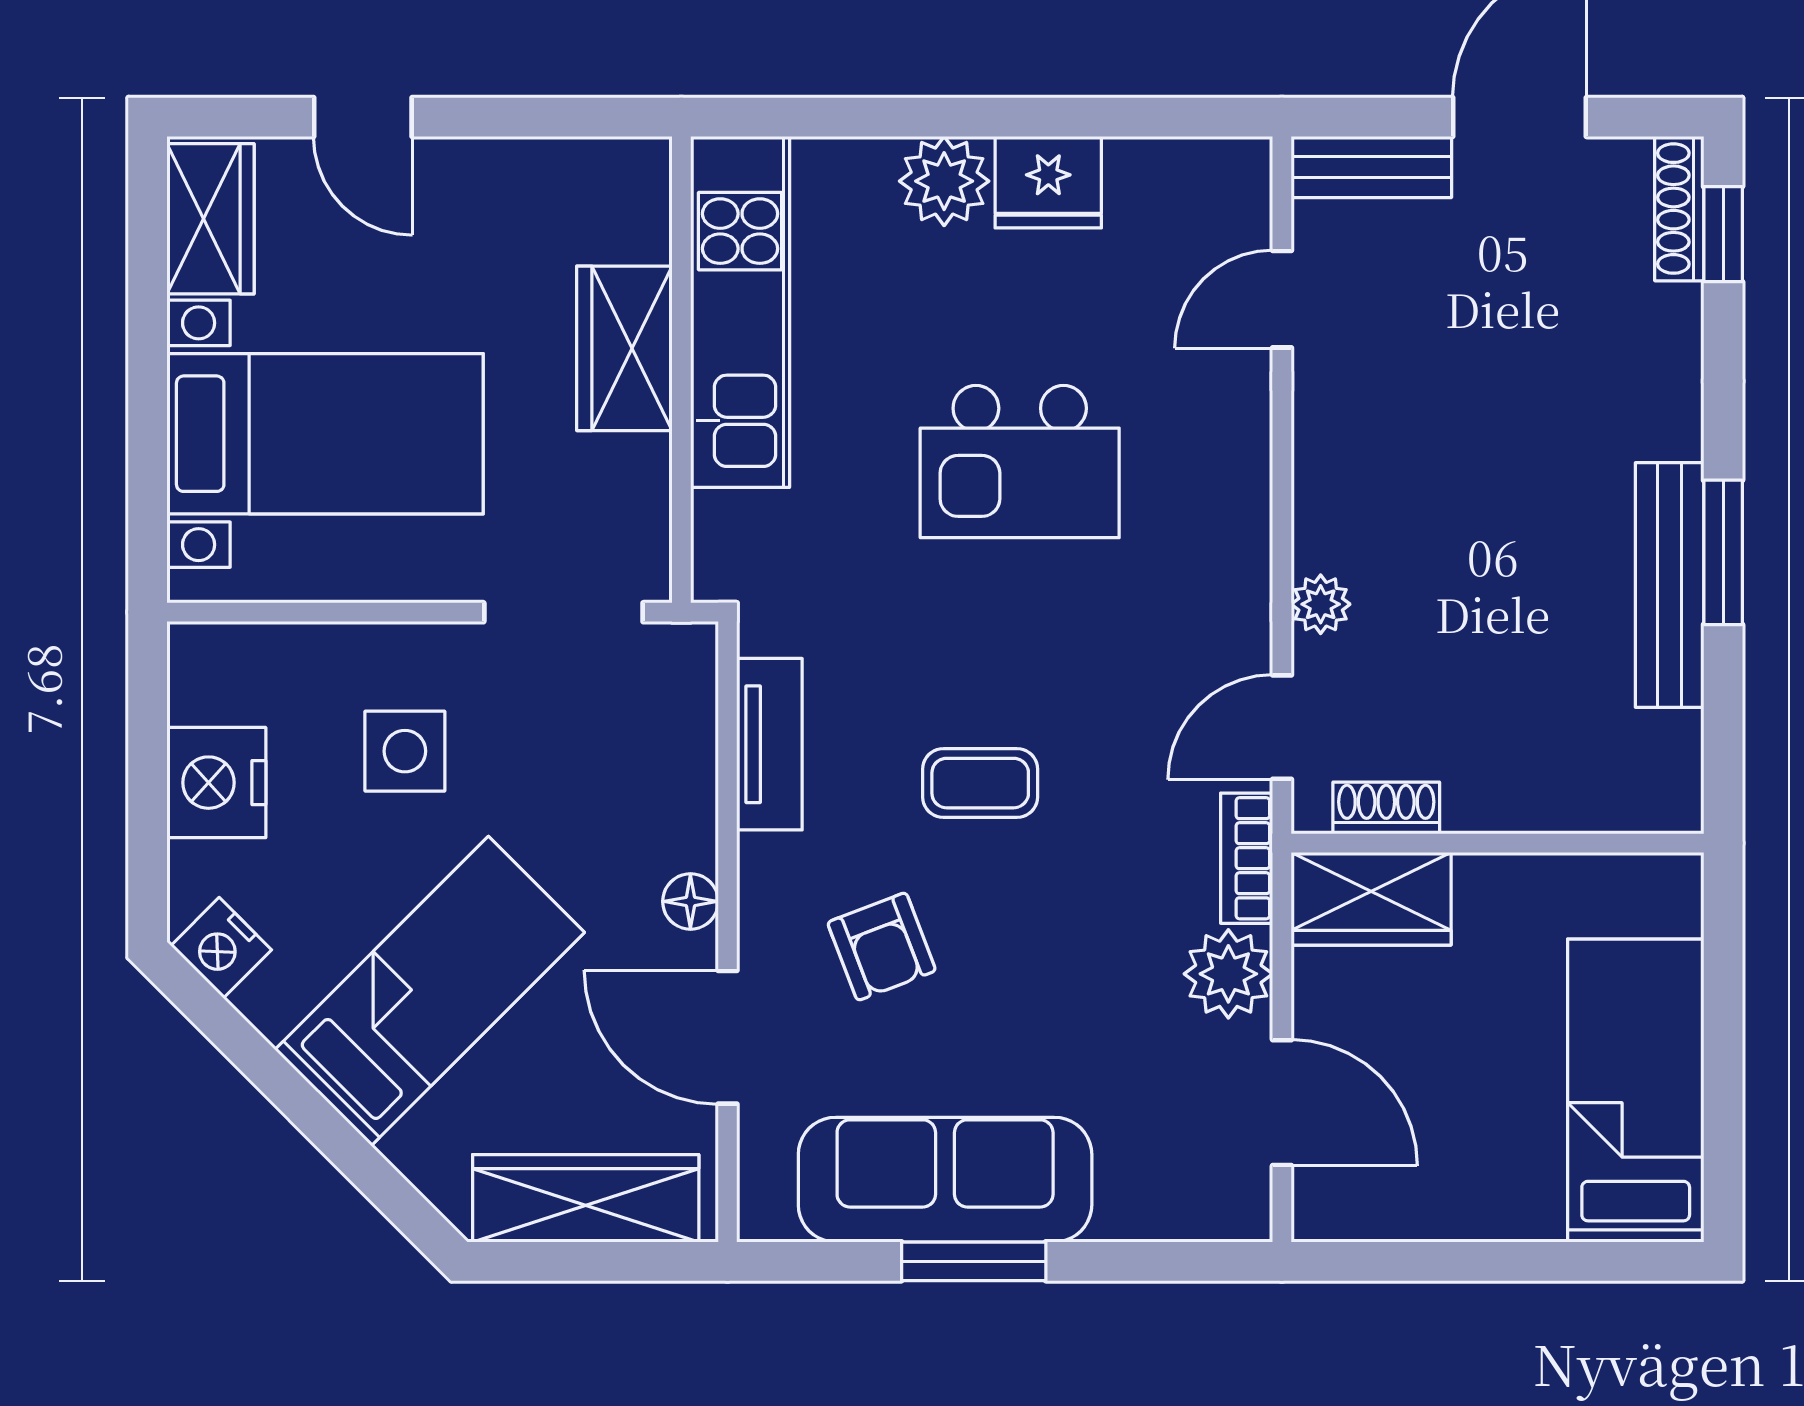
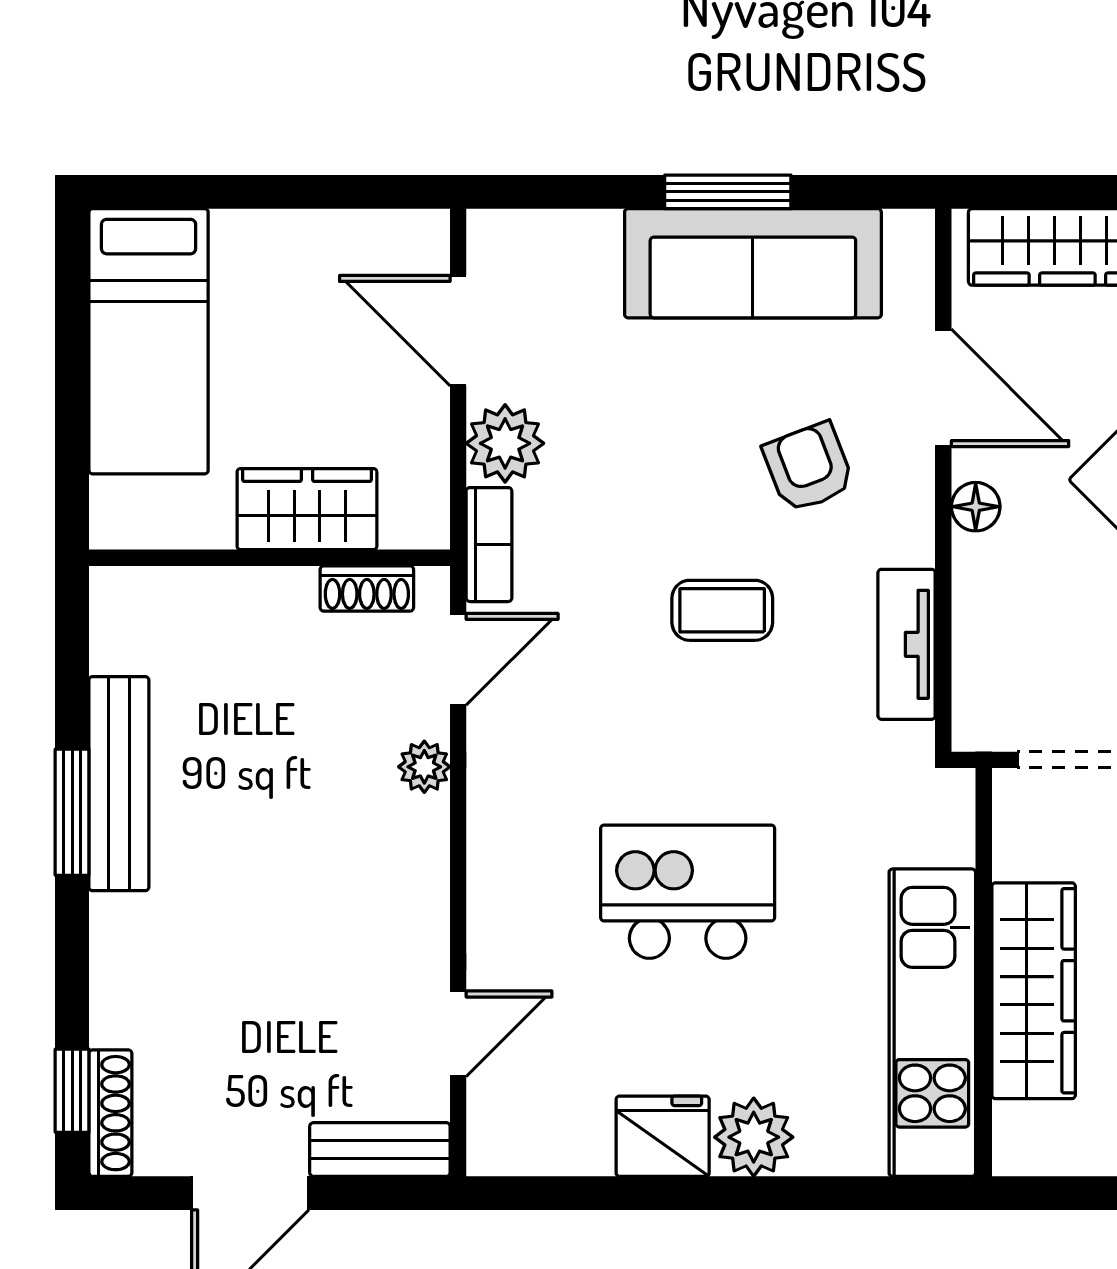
wardrobe: (624, 348) -> (1034, 991), width x1.50
wardrobe: (1371, 899) -> (307, 509), moved

